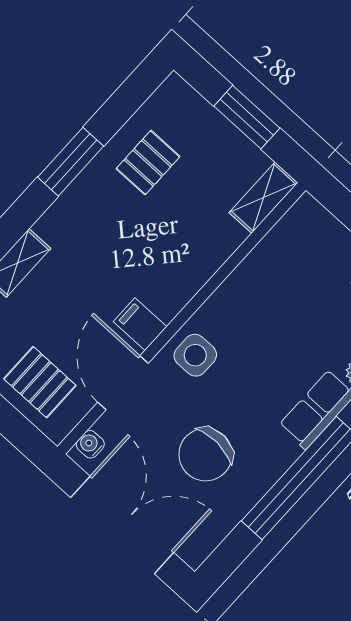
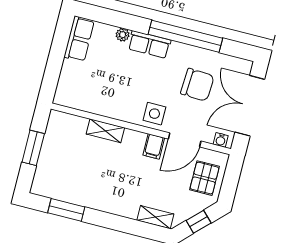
window: (71, 162) -> (66, 210), moved
pallet: (148, 163) -> (78, 182), removed
shelving: (263, 198) -> (105, 131), moved

